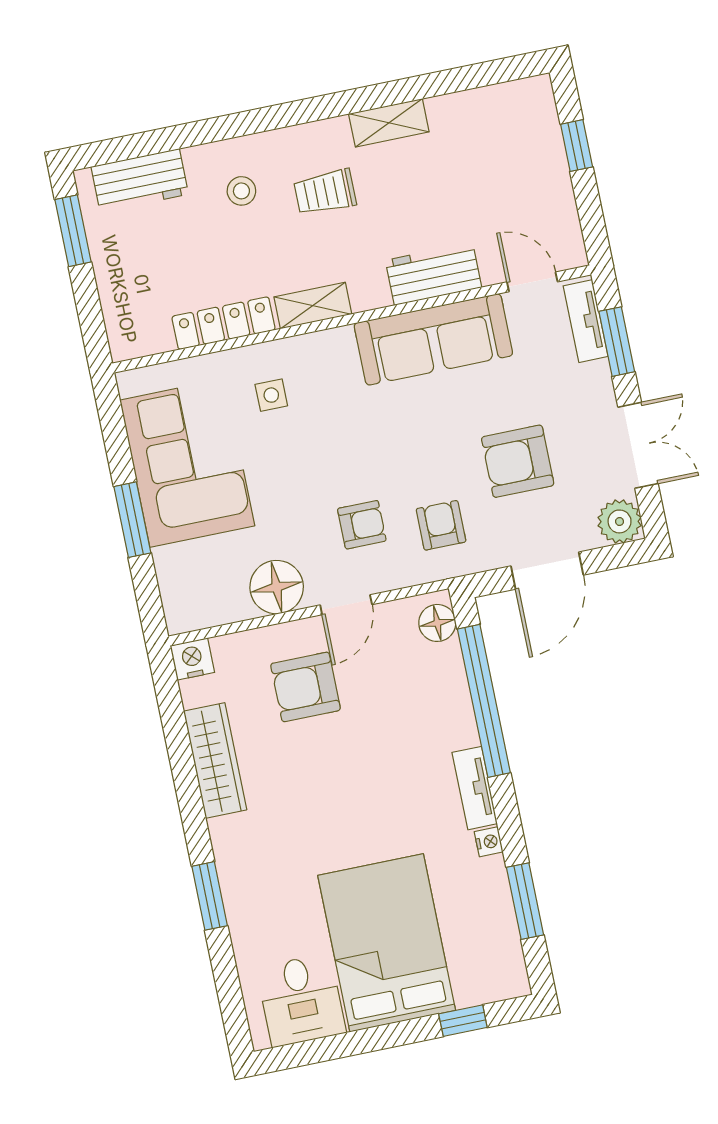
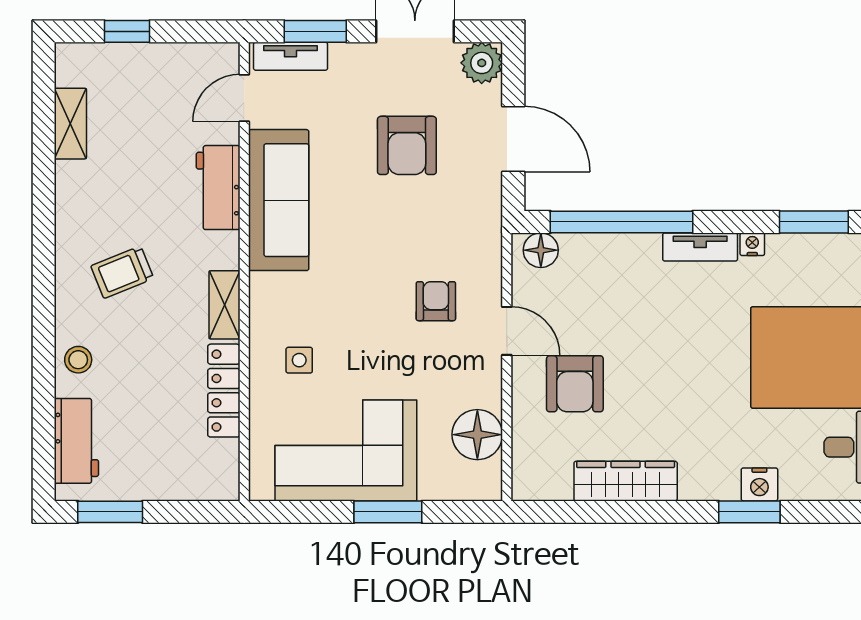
shelving: (389, 123) -> (70, 124), moved
stool: (241, 191) -> (78, 360), moved
trolley: (325, 192) -> (122, 272), turned 68
armchair: (441, 525) -> (451, 228), removed
floor lamp: (277, 587) -> (477, 435), moved
nightstand: (192, 659) -> (759, 484), moved, turned -90

